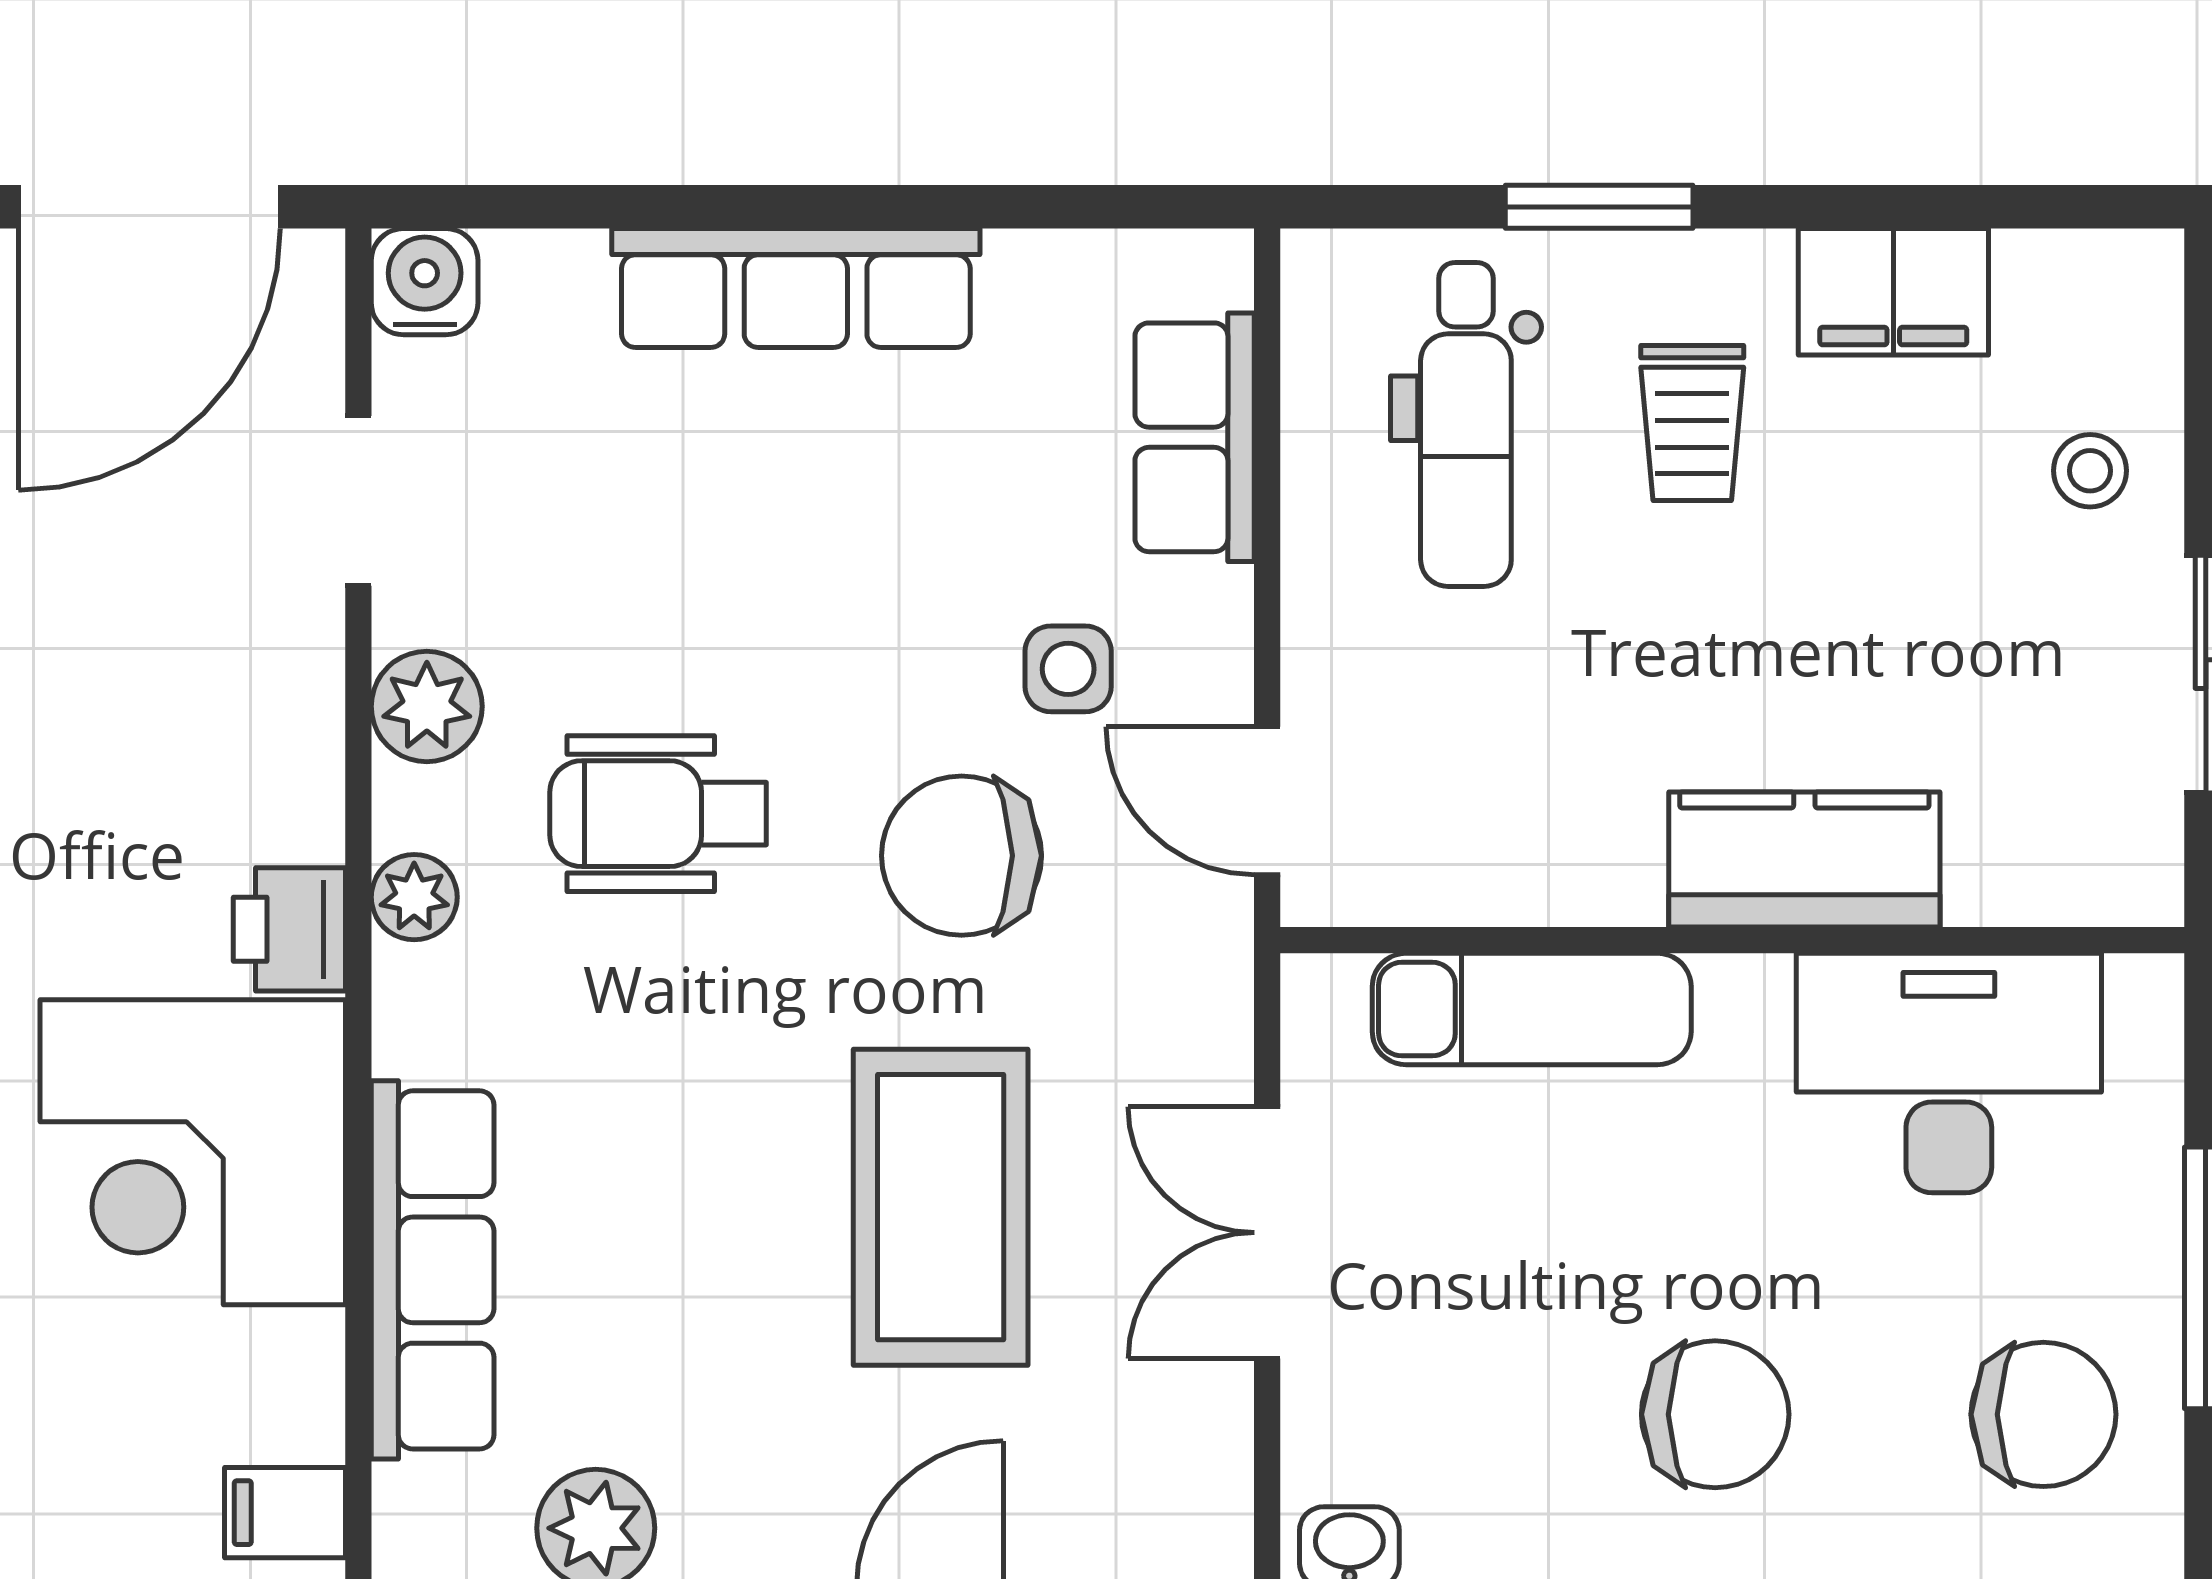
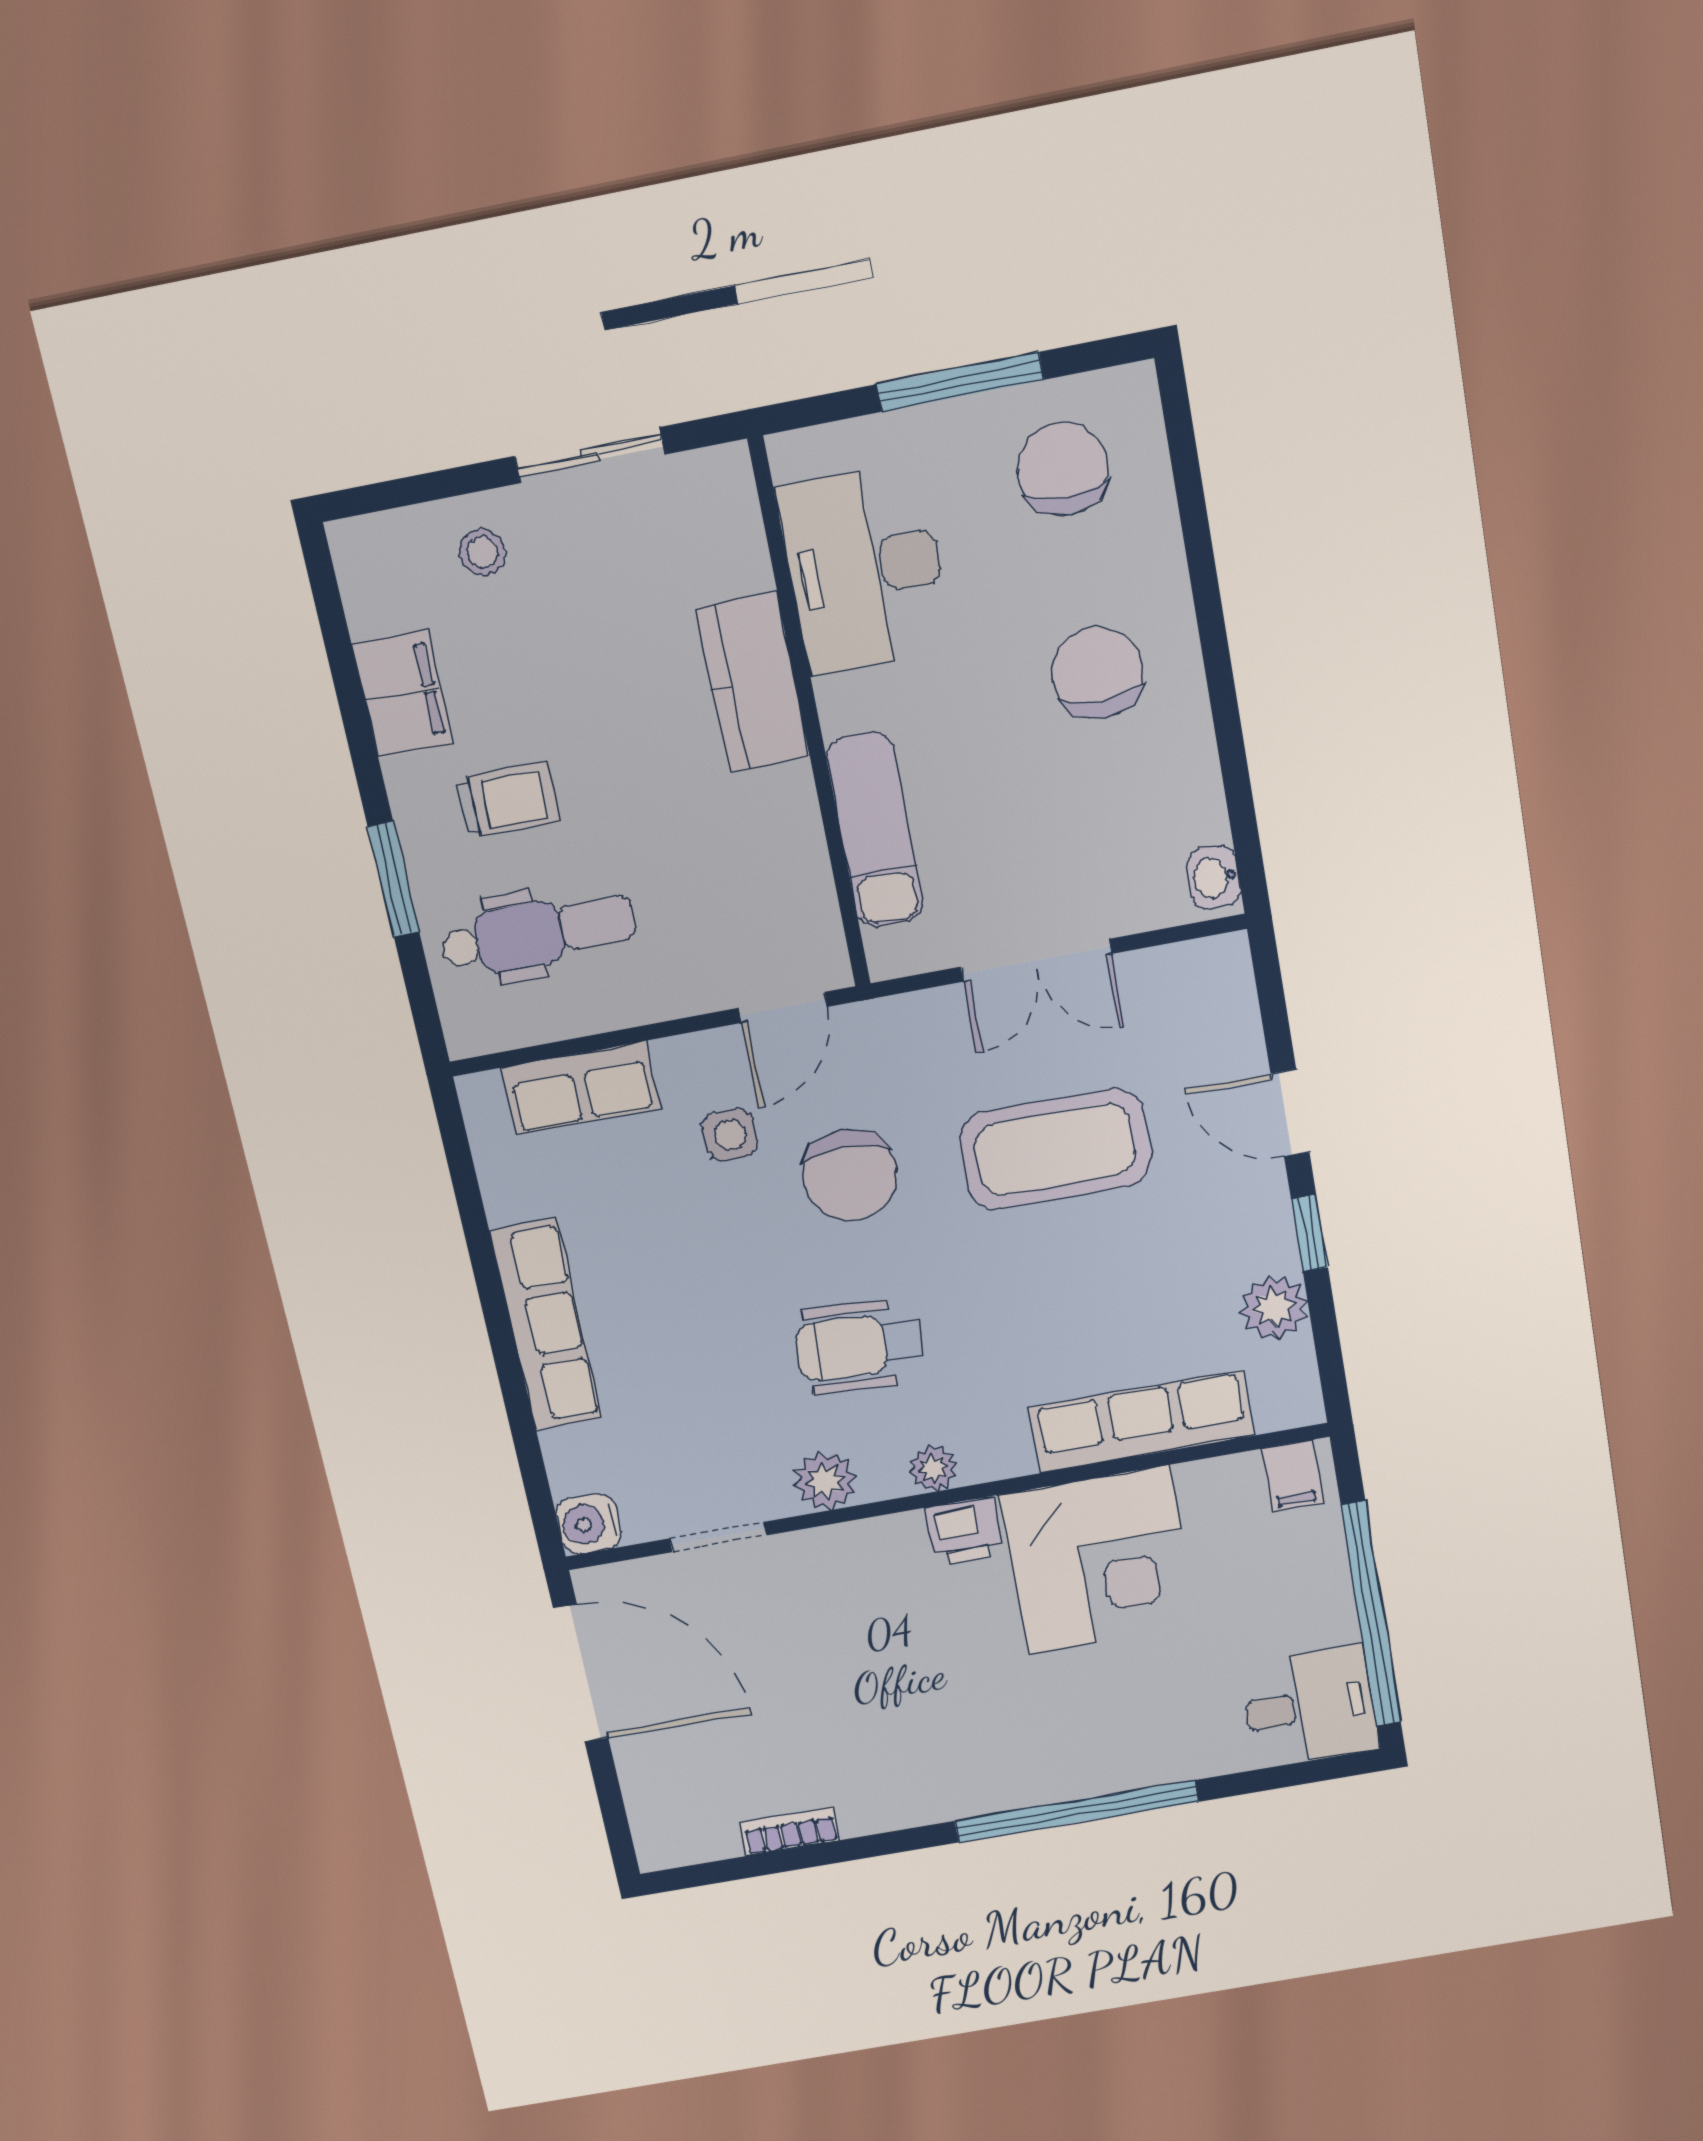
wheelchair: (658, 814) -> (860, 1346), turned 93

